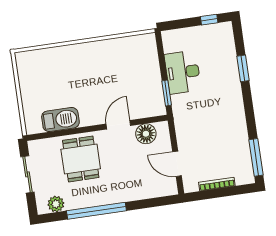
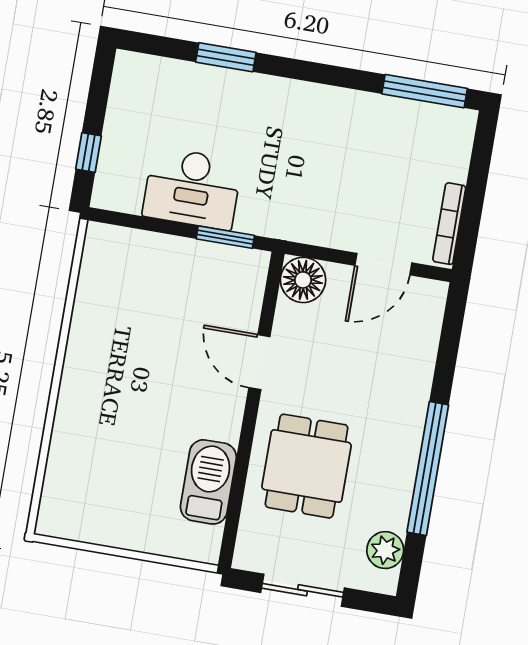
window: (209, 20) -> (89, 153), moved
floor lamp: (146, 134) -> (303, 280), moved
dining table: (81, 159) -> (307, 466), turned 90
bookcase: (217, 184) -> (449, 224), moved

